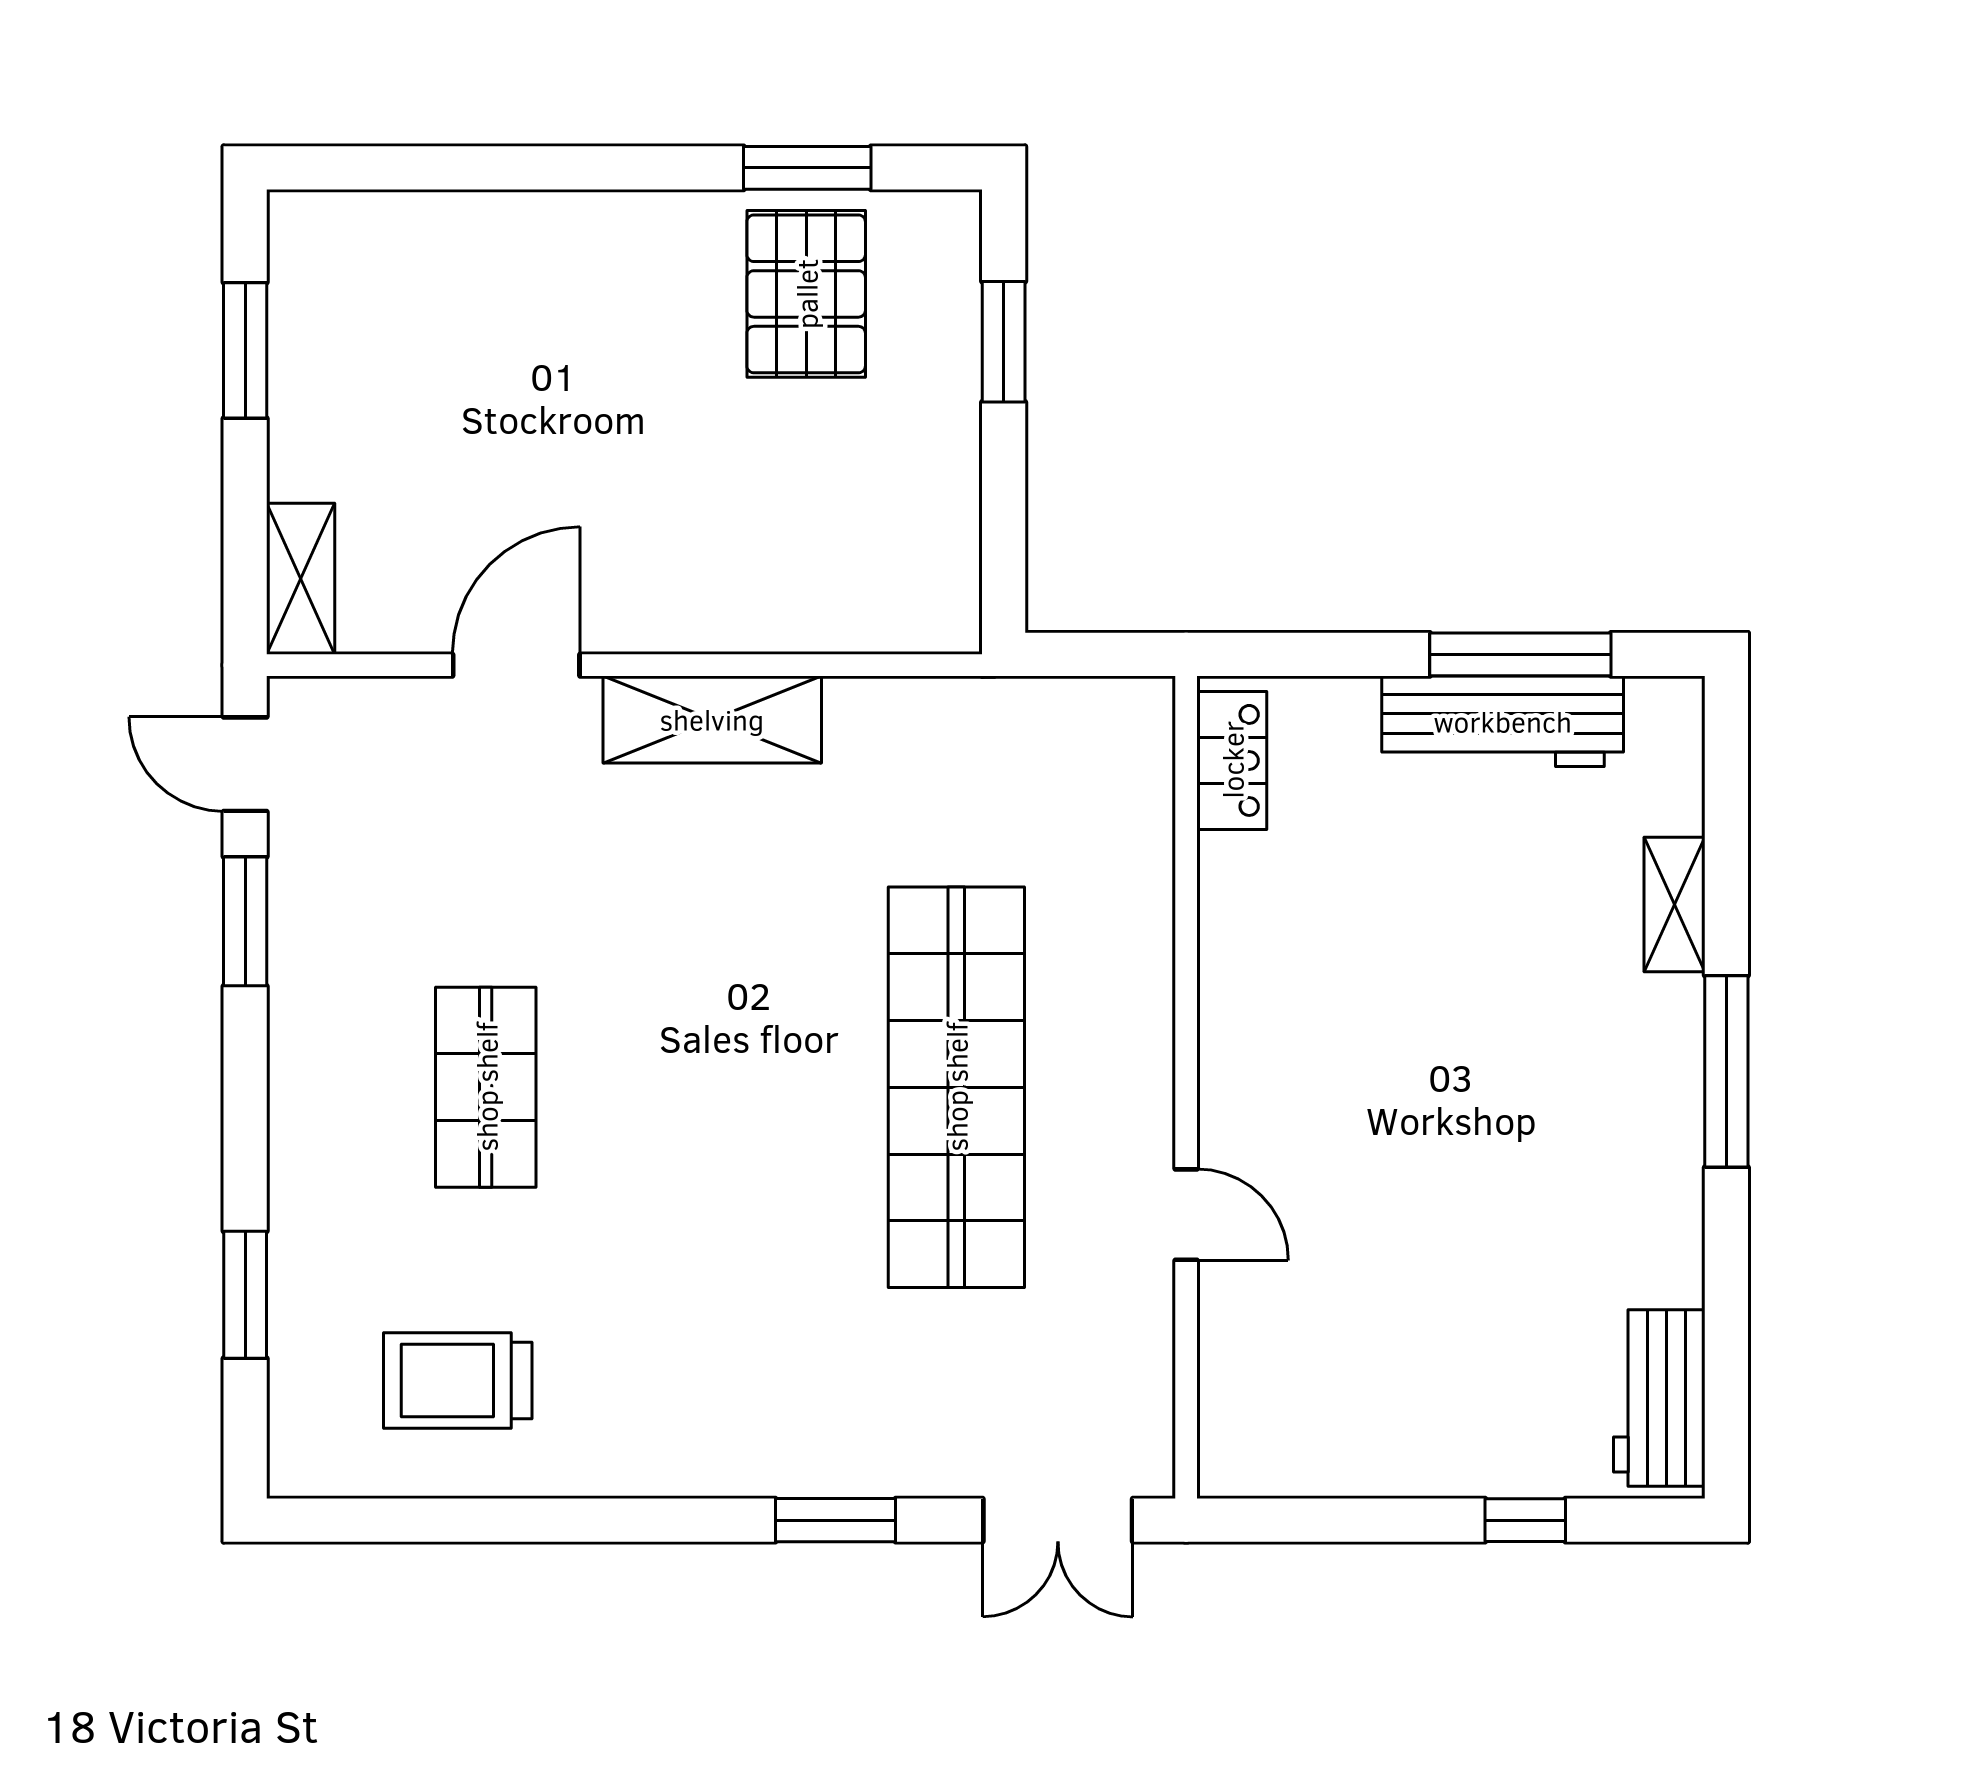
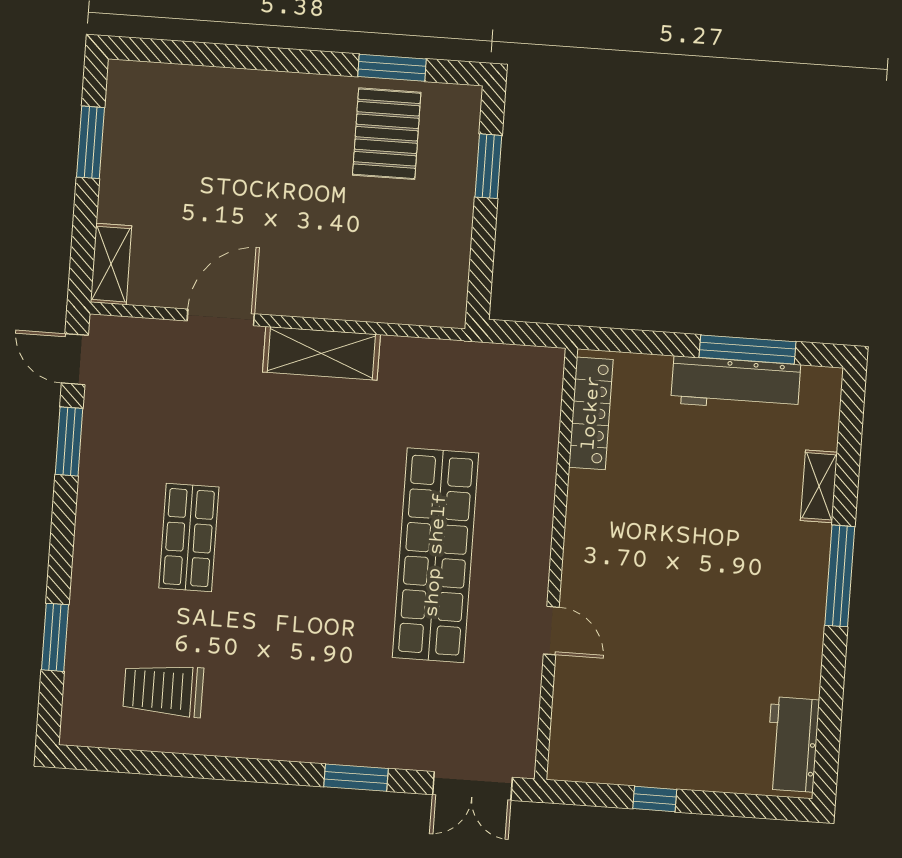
locker: (1232, 760) -> (591, 413), width x1.53
window: (1525, 1520) -> (655, 799), moved

